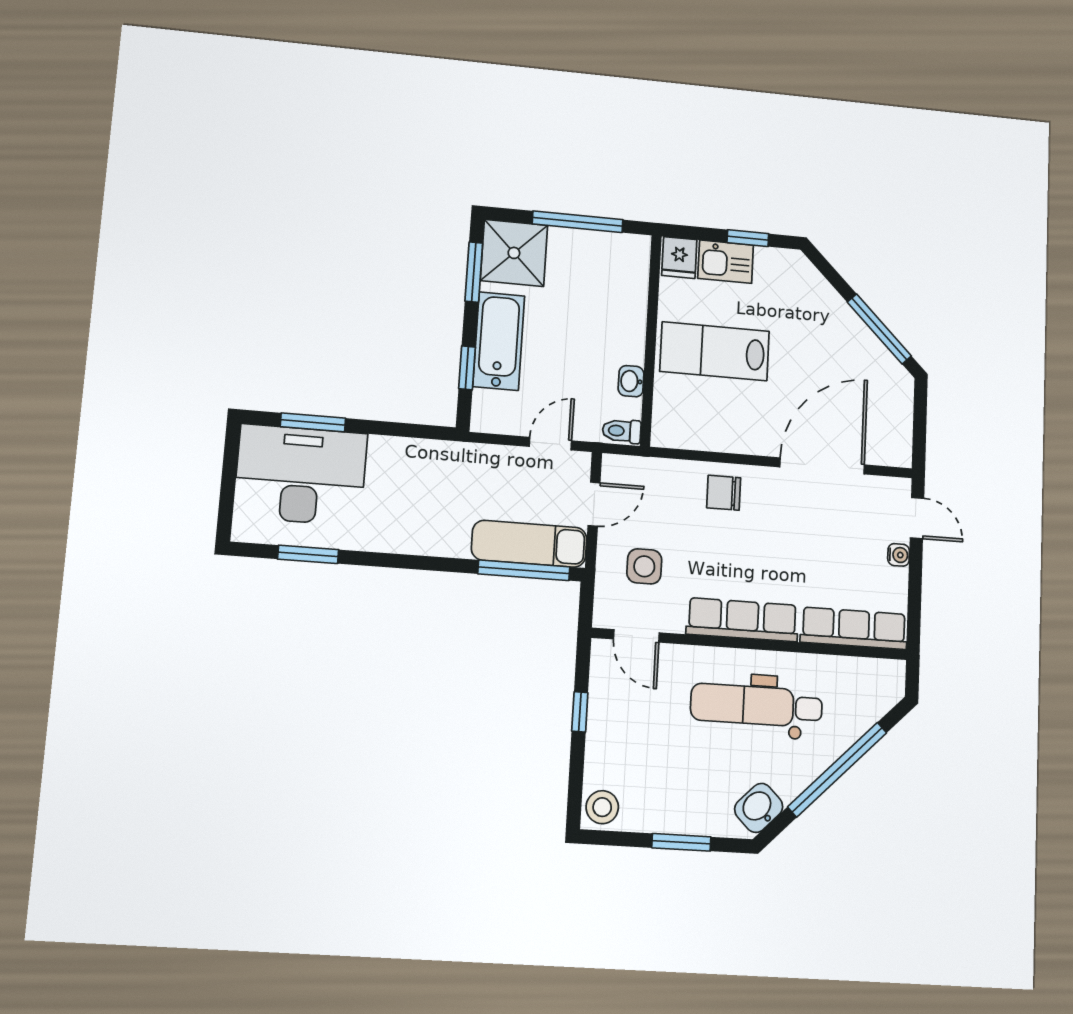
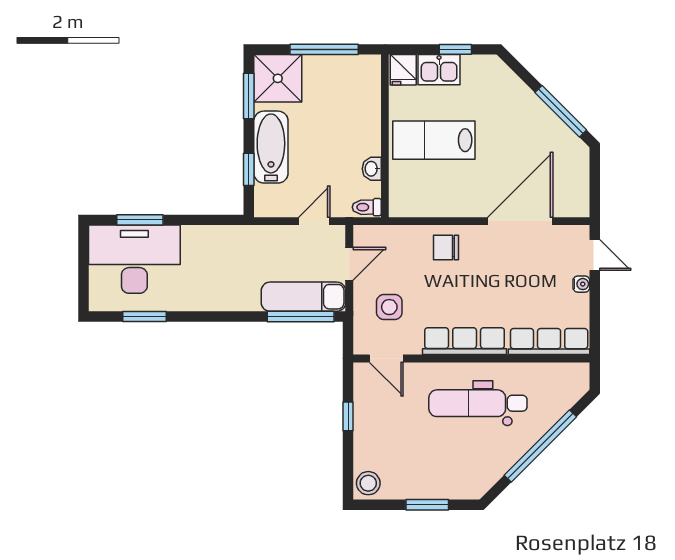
washbasin: (759, 808) -> (483, 477), removed

